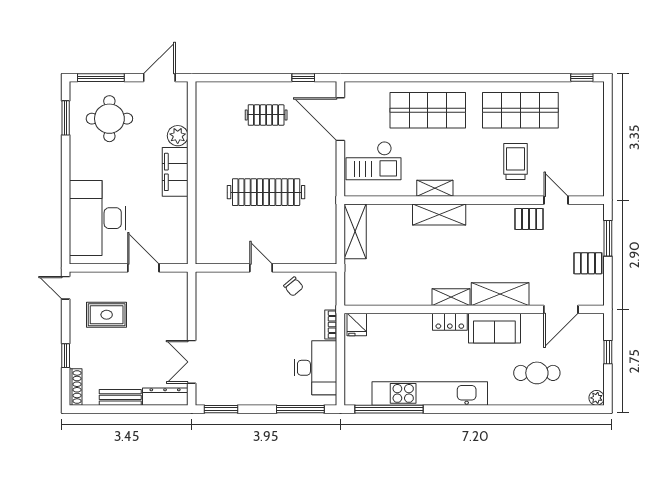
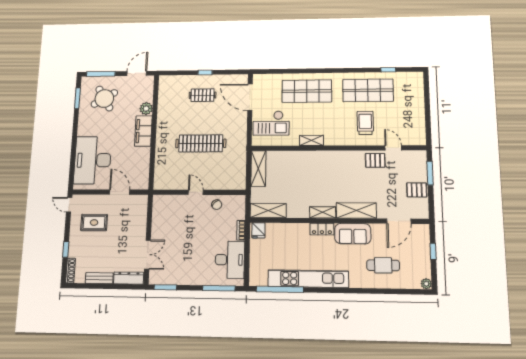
window: (303, 78) -> (205, 72), moved
window: (582, 78) -> (388, 70), moved
round table: (109, 119) -> (104, 99), turned -31
shelving: (439, 215) -> (268, 211), moved
double door: (192, 362) -> (147, 255), swing flipped

